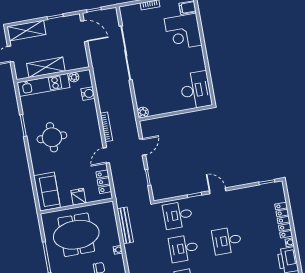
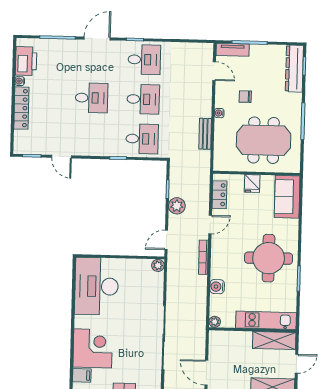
shelving: (46, 67) -> (274, 340), moved
plant: (74, 77) -> (215, 322), moved
desk: (196, 90) -> (96, 286), width x1.36, depth x1.30
water cooler: (88, 94) -> (217, 287), moved
round table: (52, 137) -> (269, 258), width x1.36, depth x1.36
door: (142, 147) -> (166, 240), moved
plant: (137, 165) -> (177, 206), added
door: (218, 191) -> (62, 157), moved
bench: (125, 225) -> (205, 134), width x0.73

